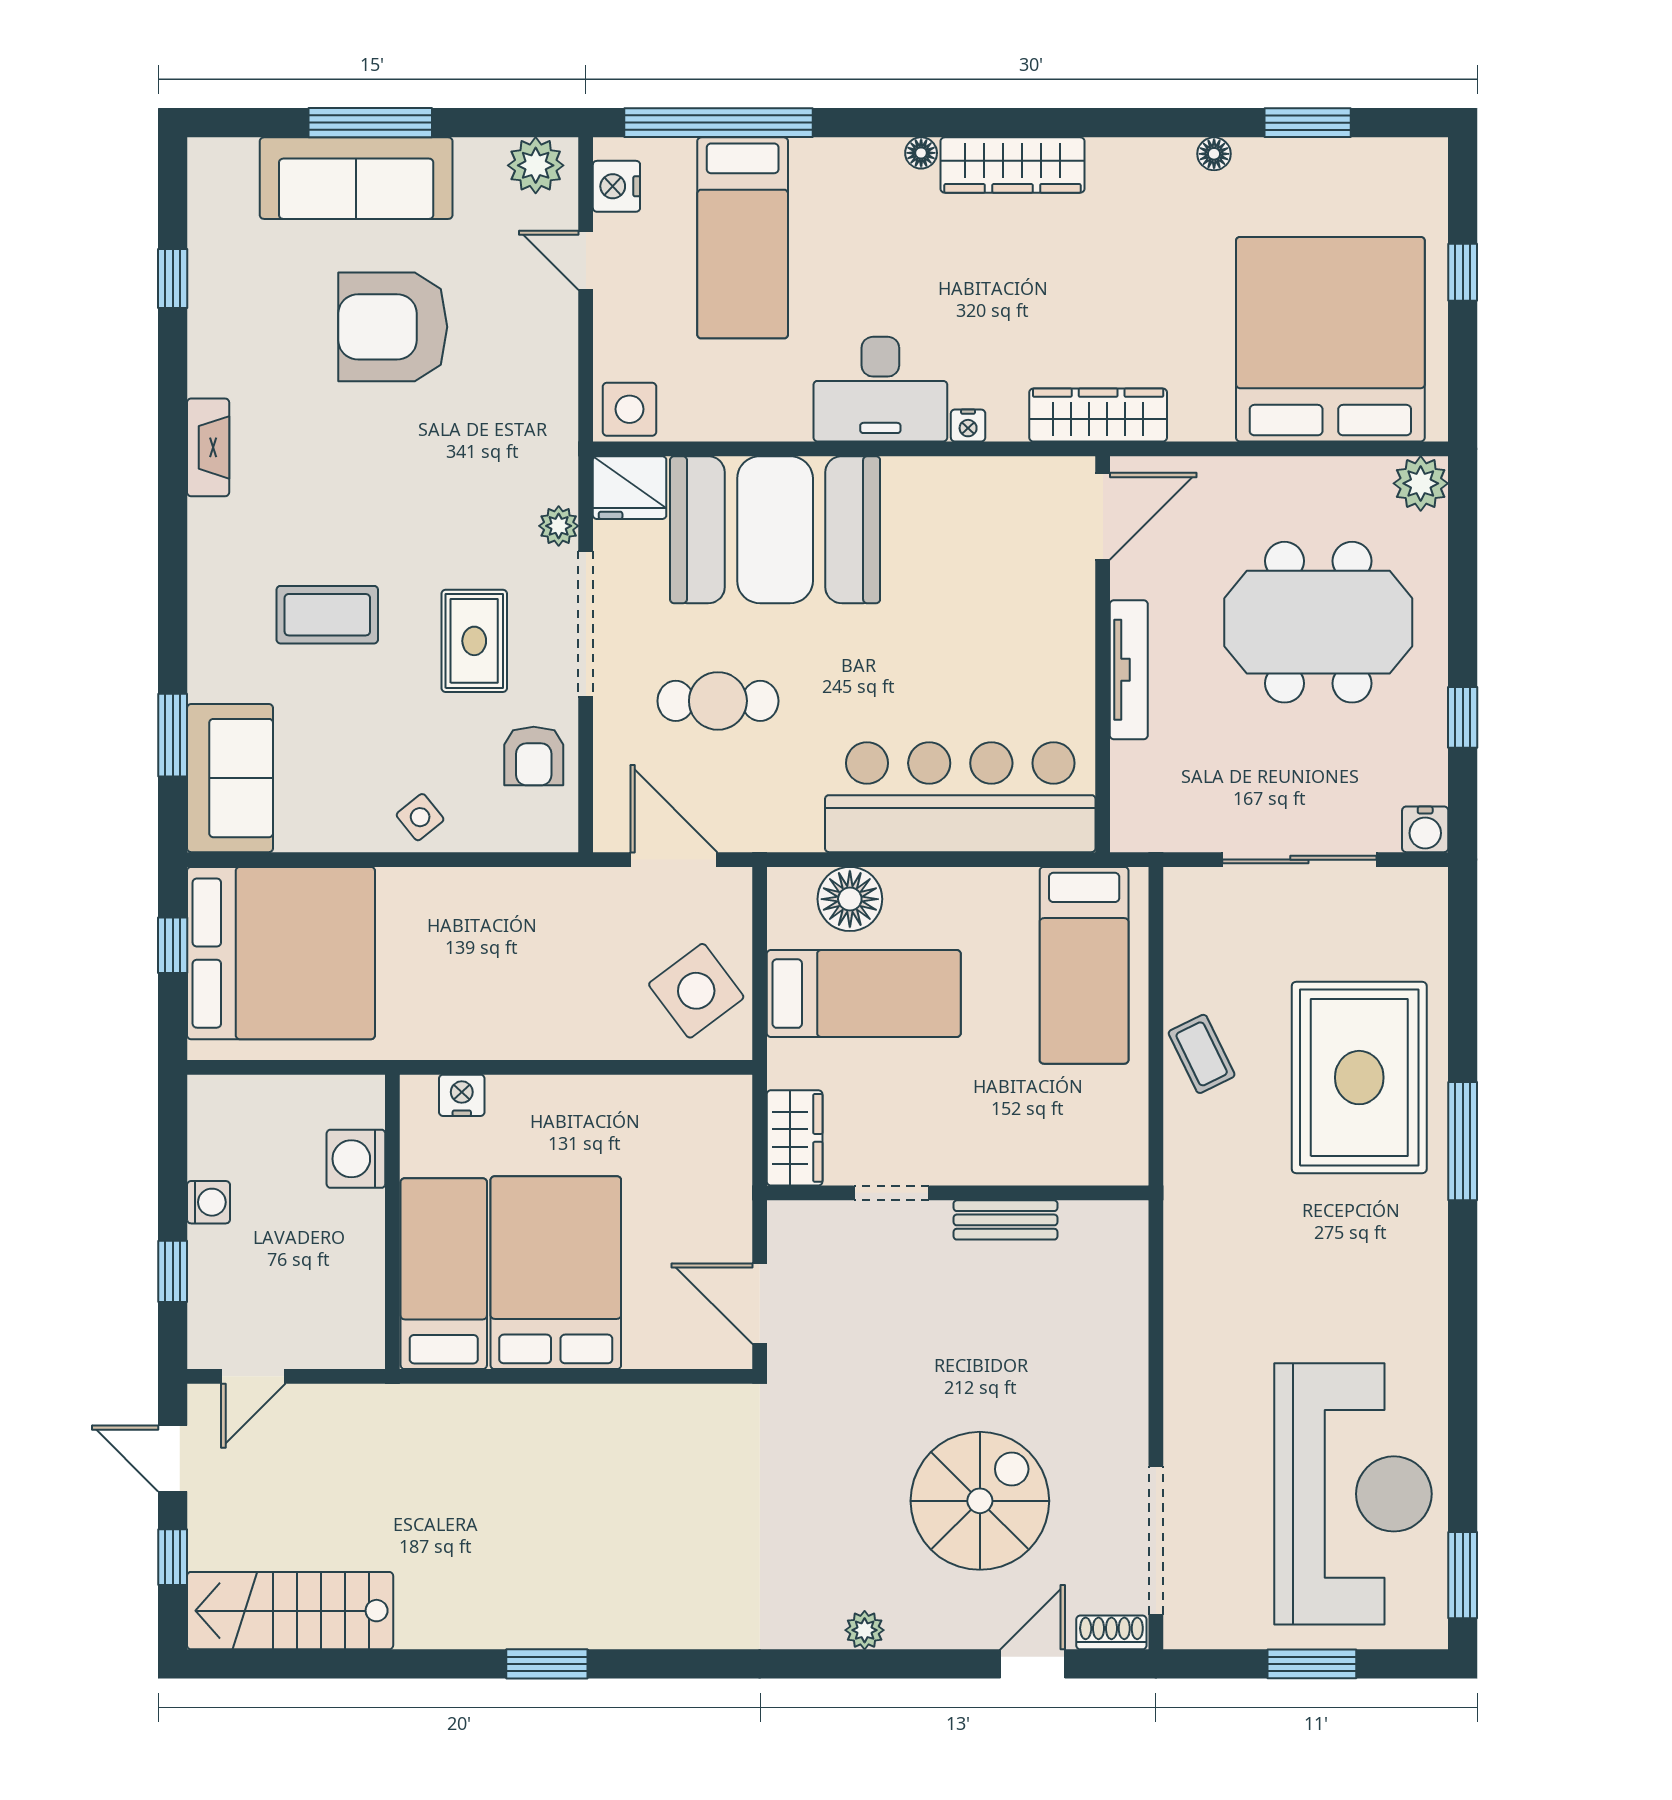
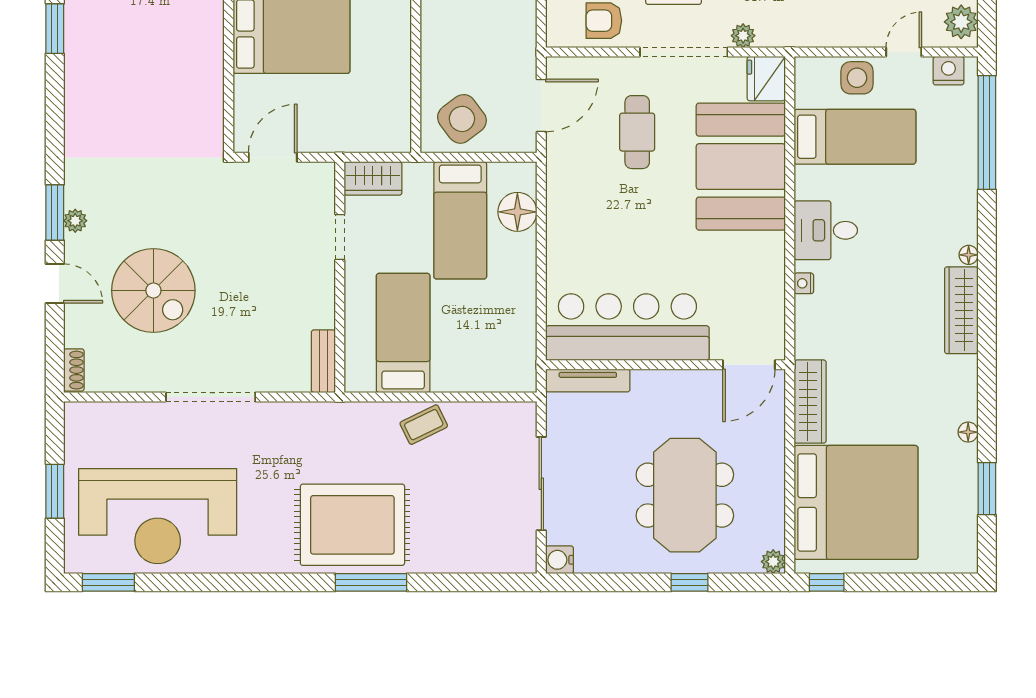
bed: (743, 238) -> (855, 137), moved, turned 180
window: (1463, 272) -> (827, 582), moved
desk: (880, 389) -> (826, 230), width x0.73
side table: (629, 409) -> (857, 78), moved
wardrobe: (1098, 415) -> (810, 402), moved
plant: (1421, 483) -> (773, 562), width x0.73, depth x0.73
door: (1103, 516) -> (749, 365), hinge flipped
tv unit: (1129, 670) -> (588, 381), moved
window: (1463, 717) -> (690, 582), moved
bar counter: (960, 797) -> (627, 327), moved, turned -90
bed: (1084, 965) -> (403, 333), moved, turned 90
rug: (1359, 1078) -> (352, 525), moved
bench: (1005, 1220) -> (323, 361), moved
doorway: (1156, 1540) -> (211, 397), moved
window: (851, 1664) -> (55, 213), added
door: (1033, 1664) -> (55, 283), moved

